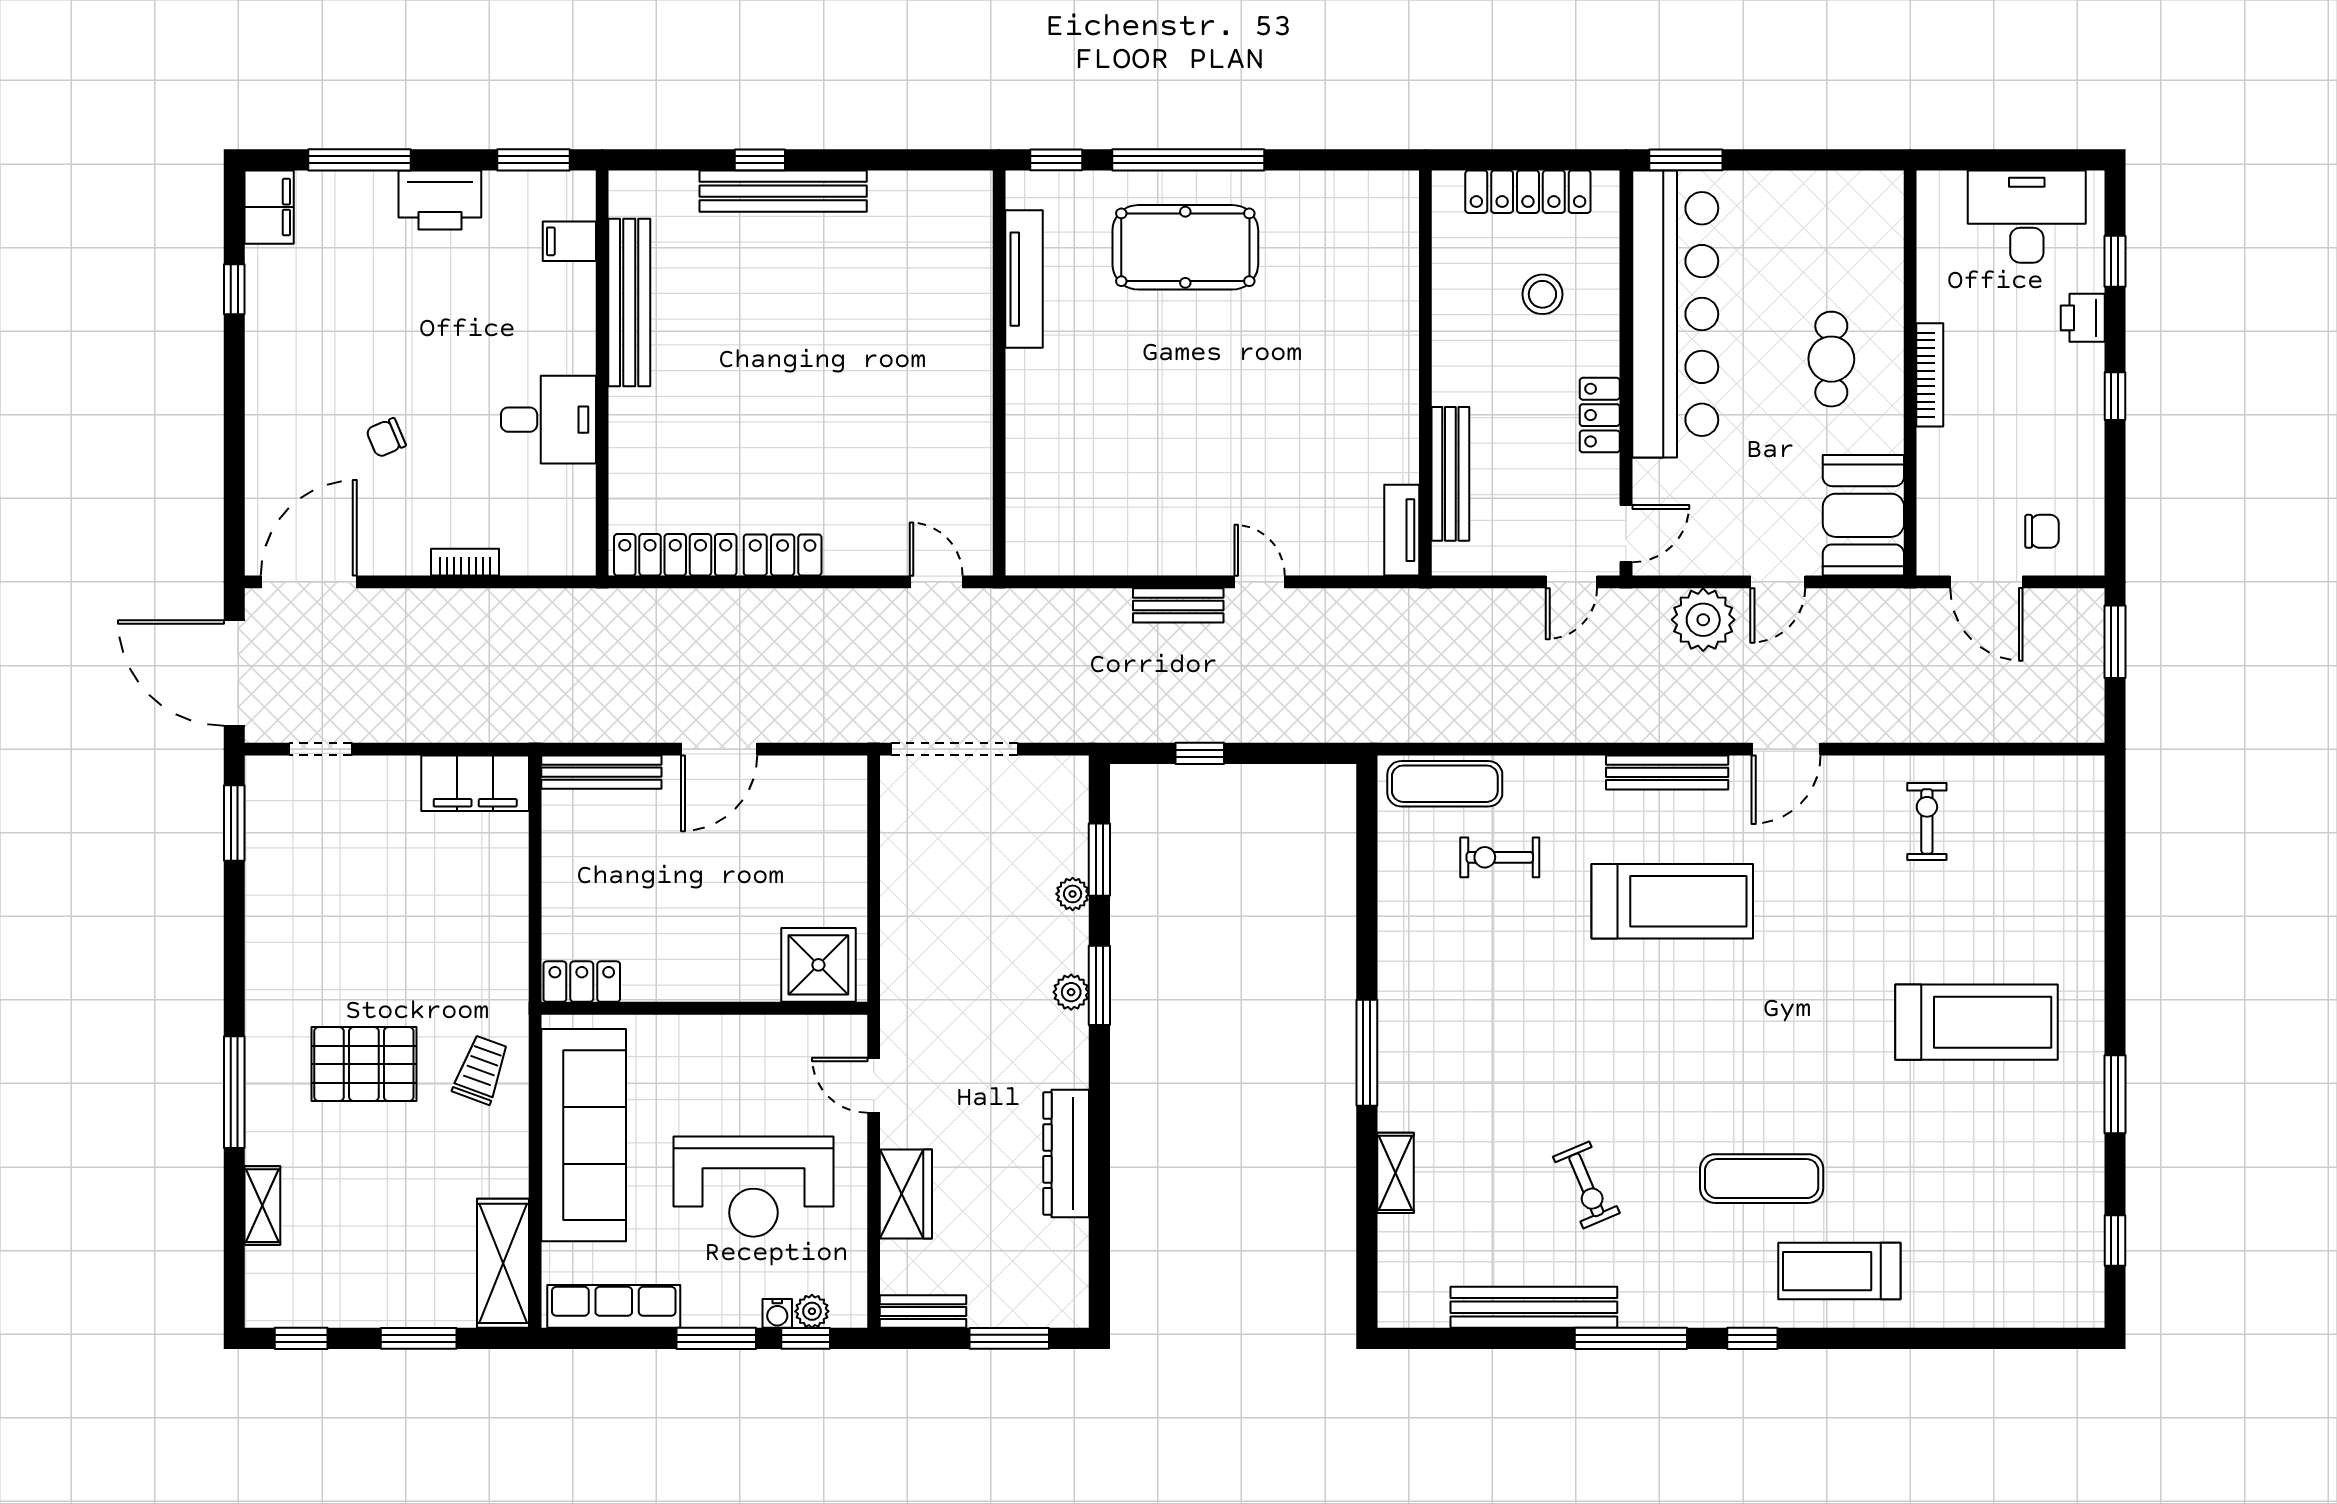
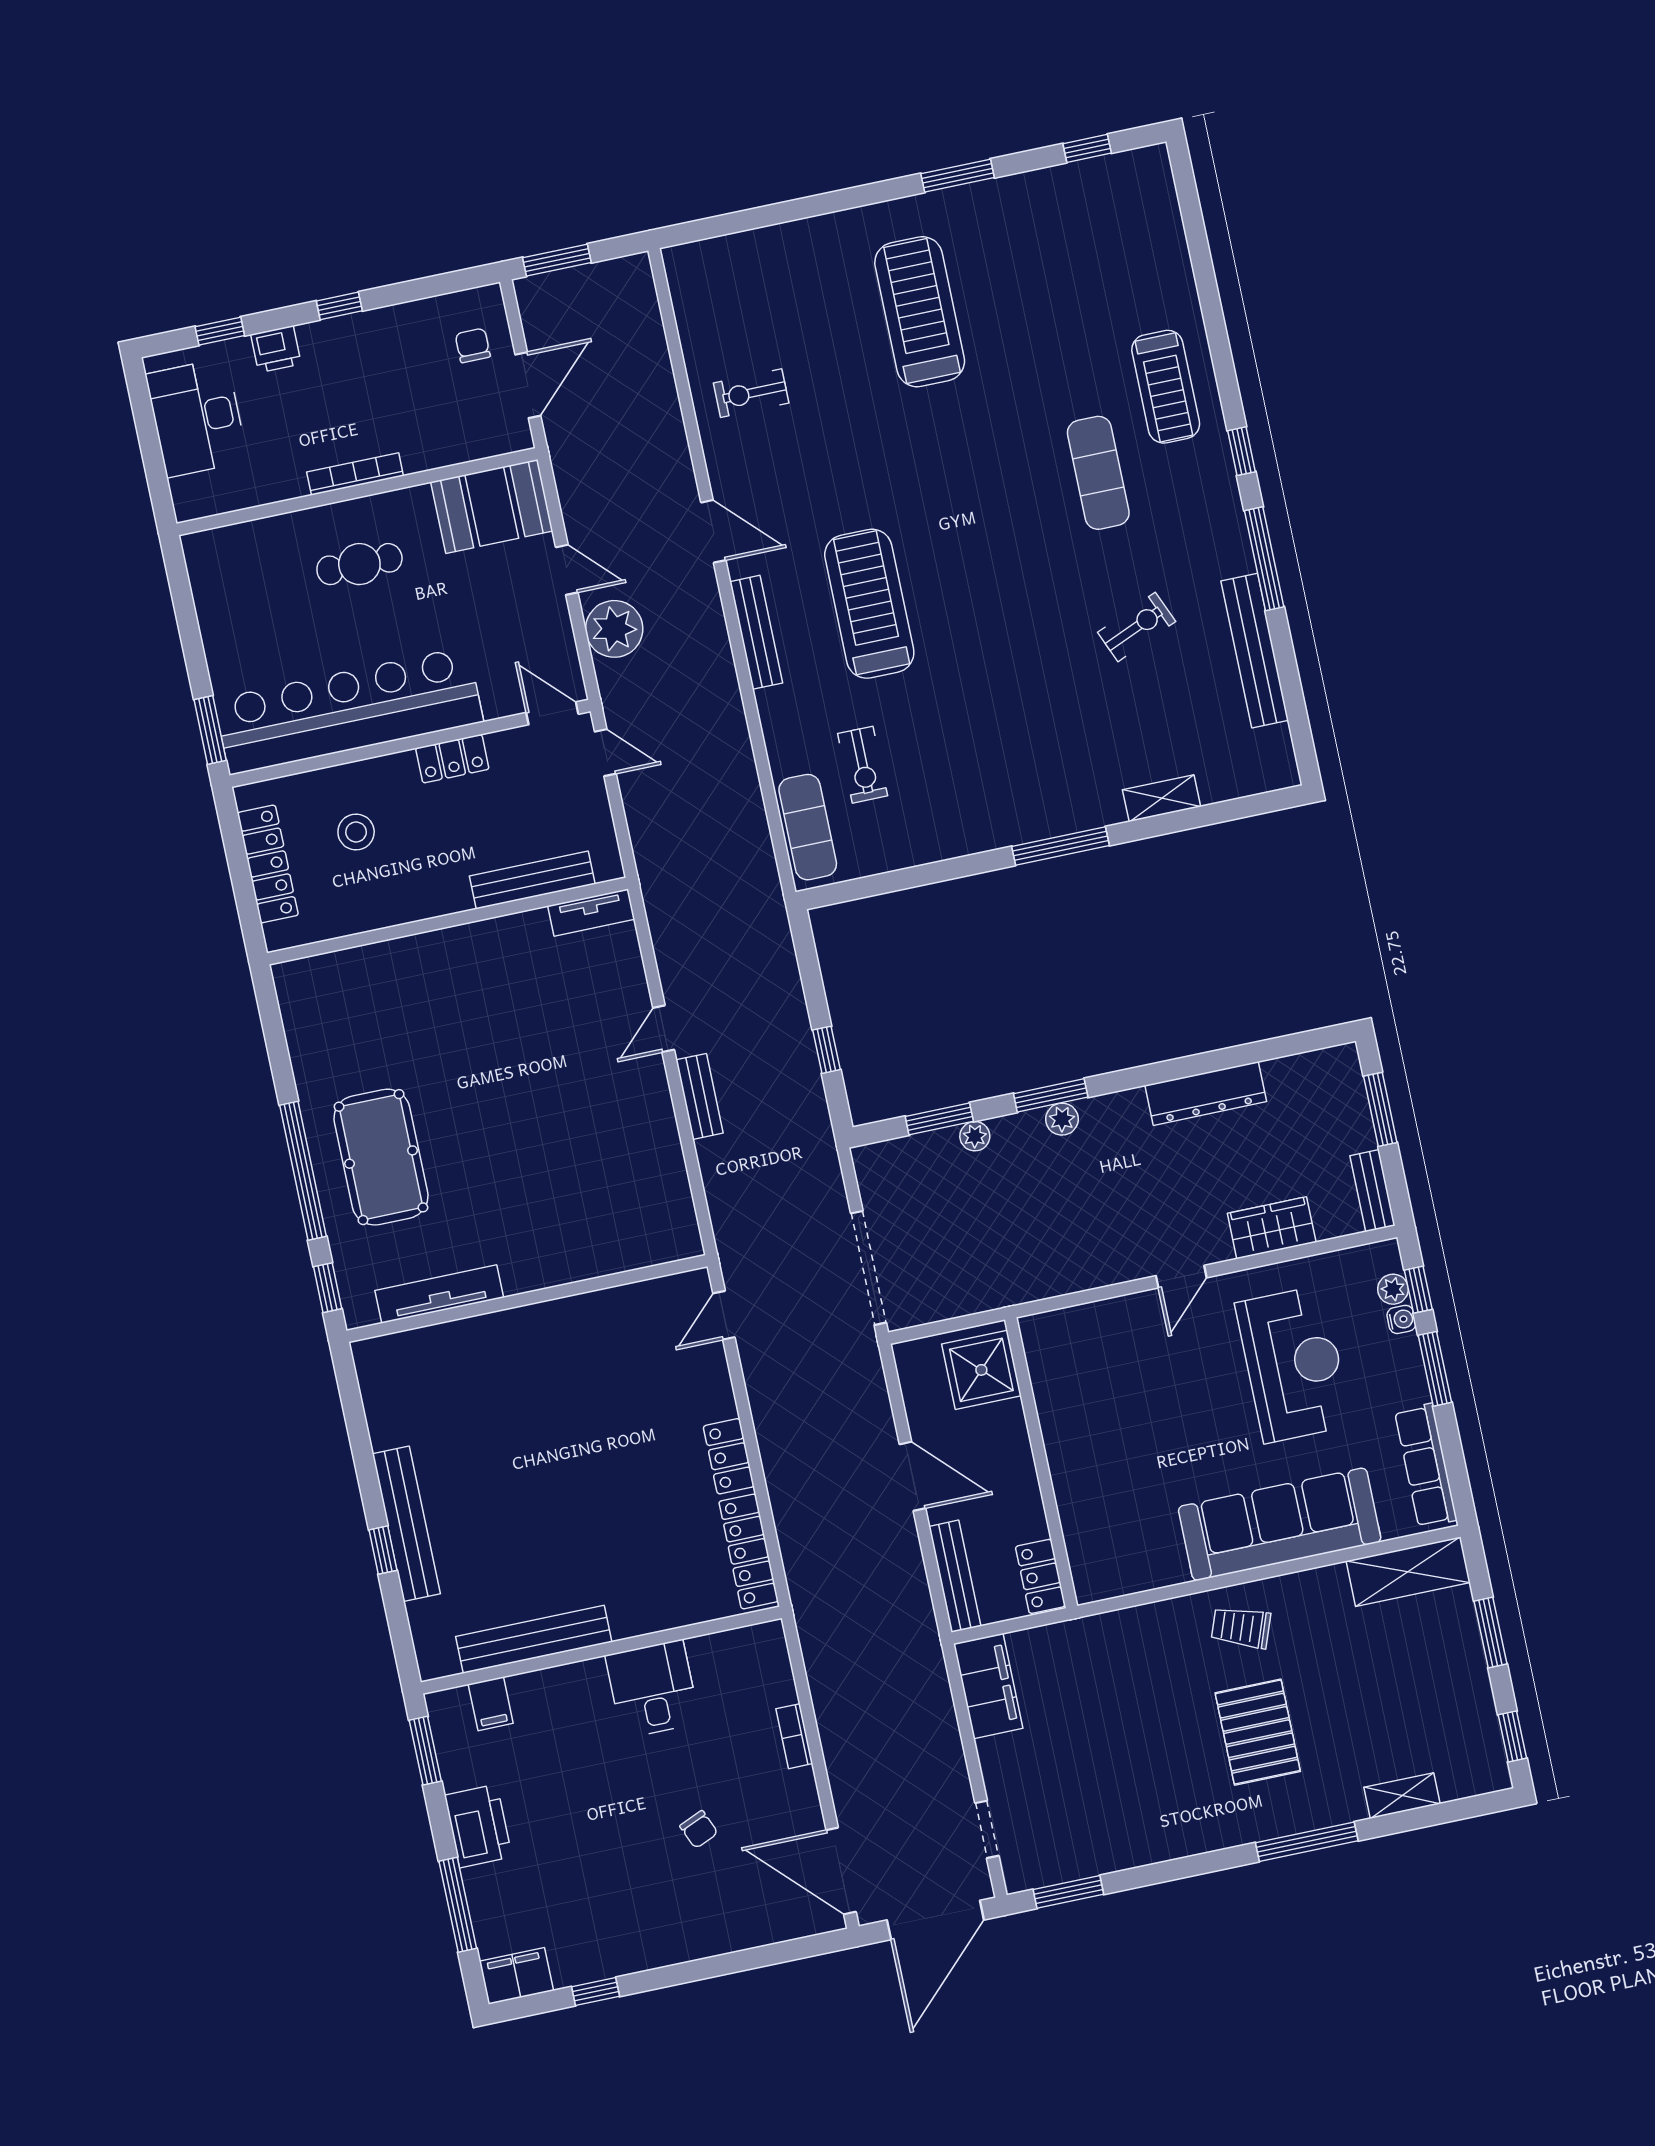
shower: (818, 965) -> (981, 1370), moved
locker: (582, 982) -> (1040, 1576), moved
wall: (704, 1008) -> (1041, 1463), moved

